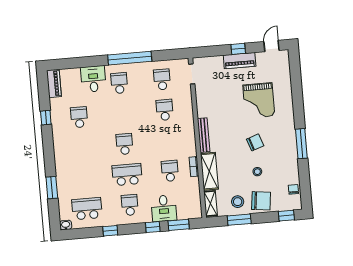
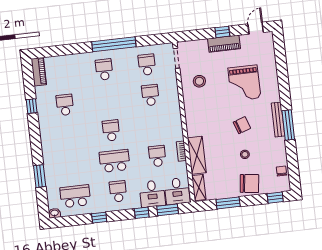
desk: (93, 79) -> (177, 191), moved, turned 180
bench: (204, 135) -> (278, 120), moved
stool: (238, 202) -> (199, 81), moved

